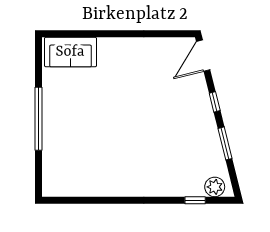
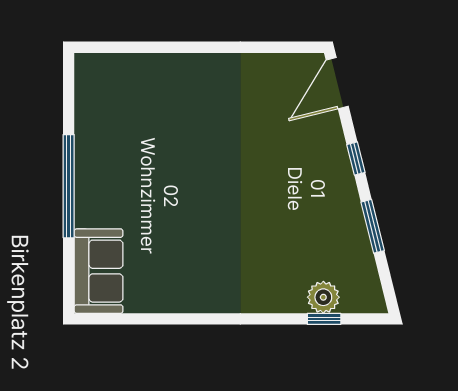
sofa: (70, 52) -> (99, 271), moved, turned -90
plant: (215, 187) -> (323, 297), moved

